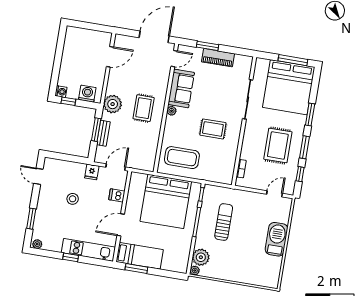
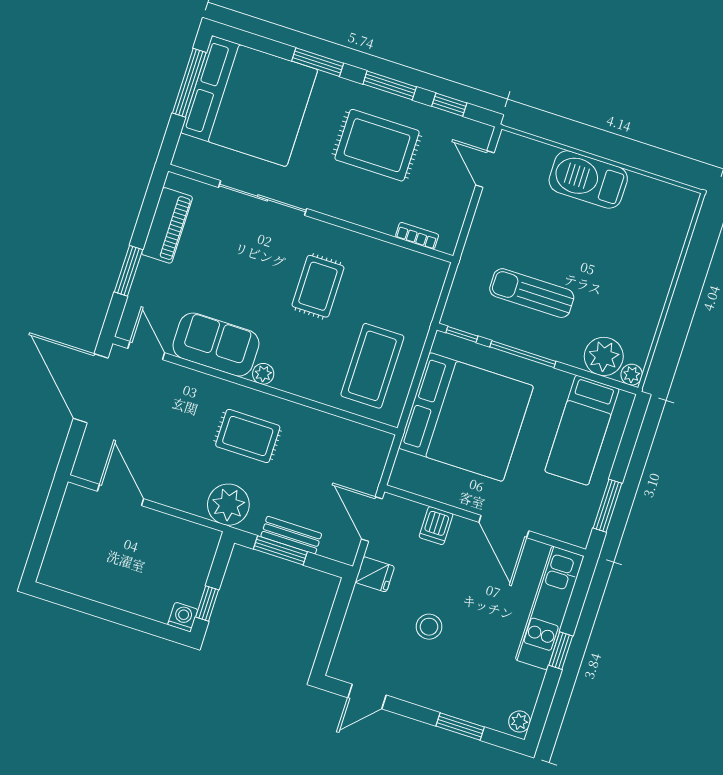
piano: (218, 58) -> (167, 225), moved
washing machine: (87, 94) -> (196, 558), removed
bed: (140, 256) -> (582, 430), moved, turned 180

